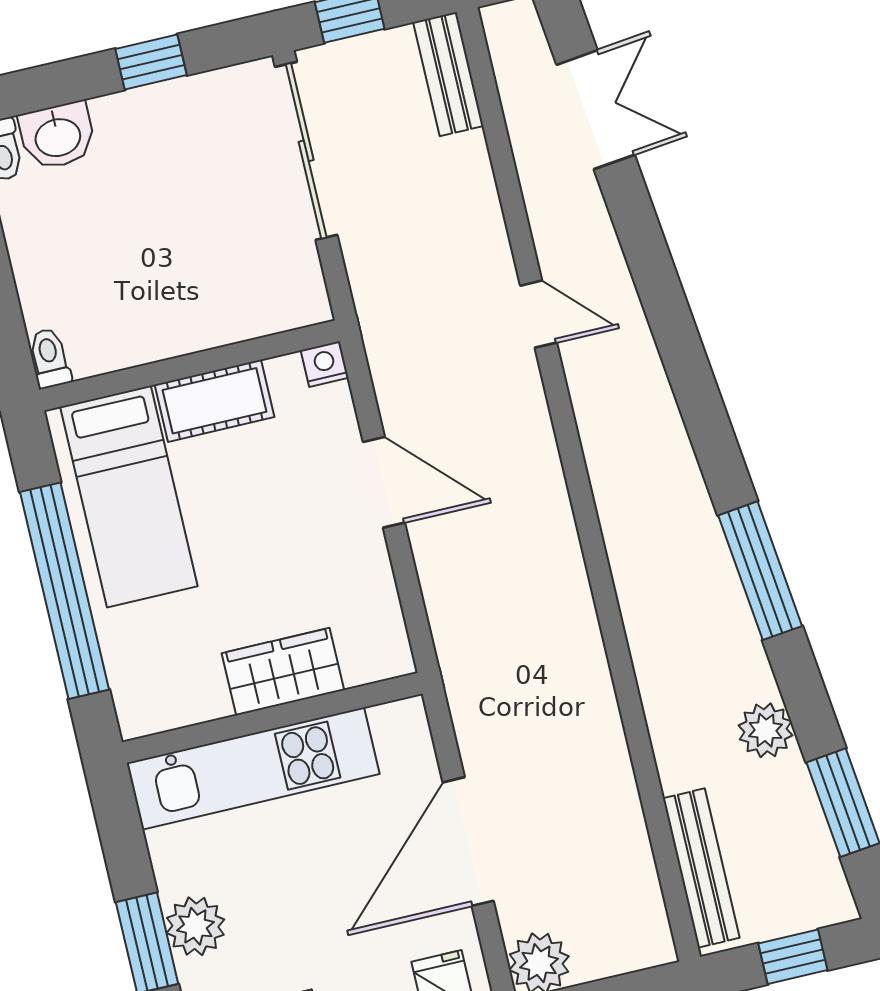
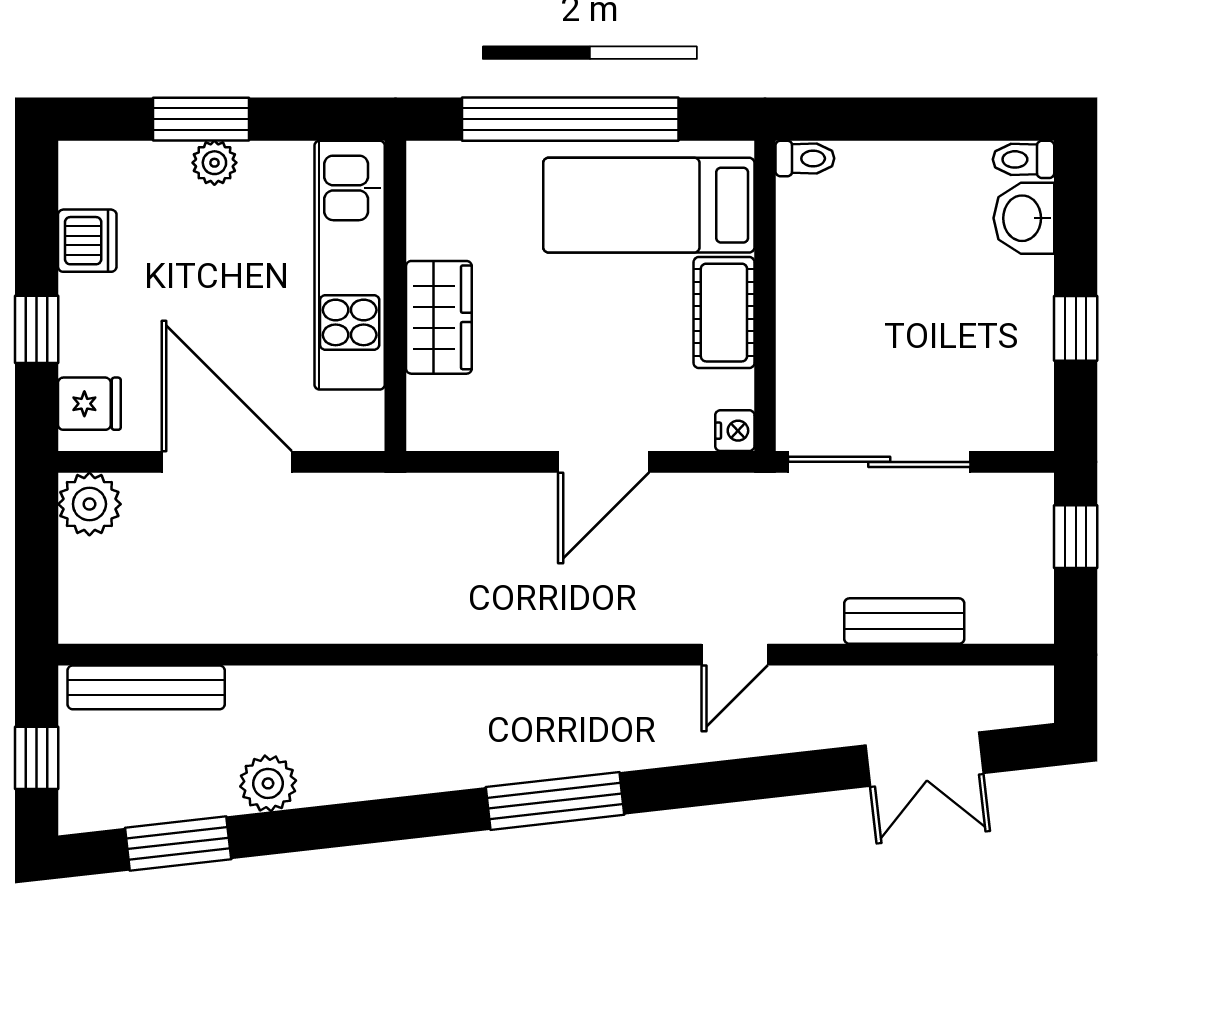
bench: (448, 74) -> (904, 621), moved
sliding door: (306, 151) -> (879, 462), moved
window: (760, 571) -> (555, 801), moved
plant: (195, 926) -> (214, 163), width x0.73, depth x0.73

